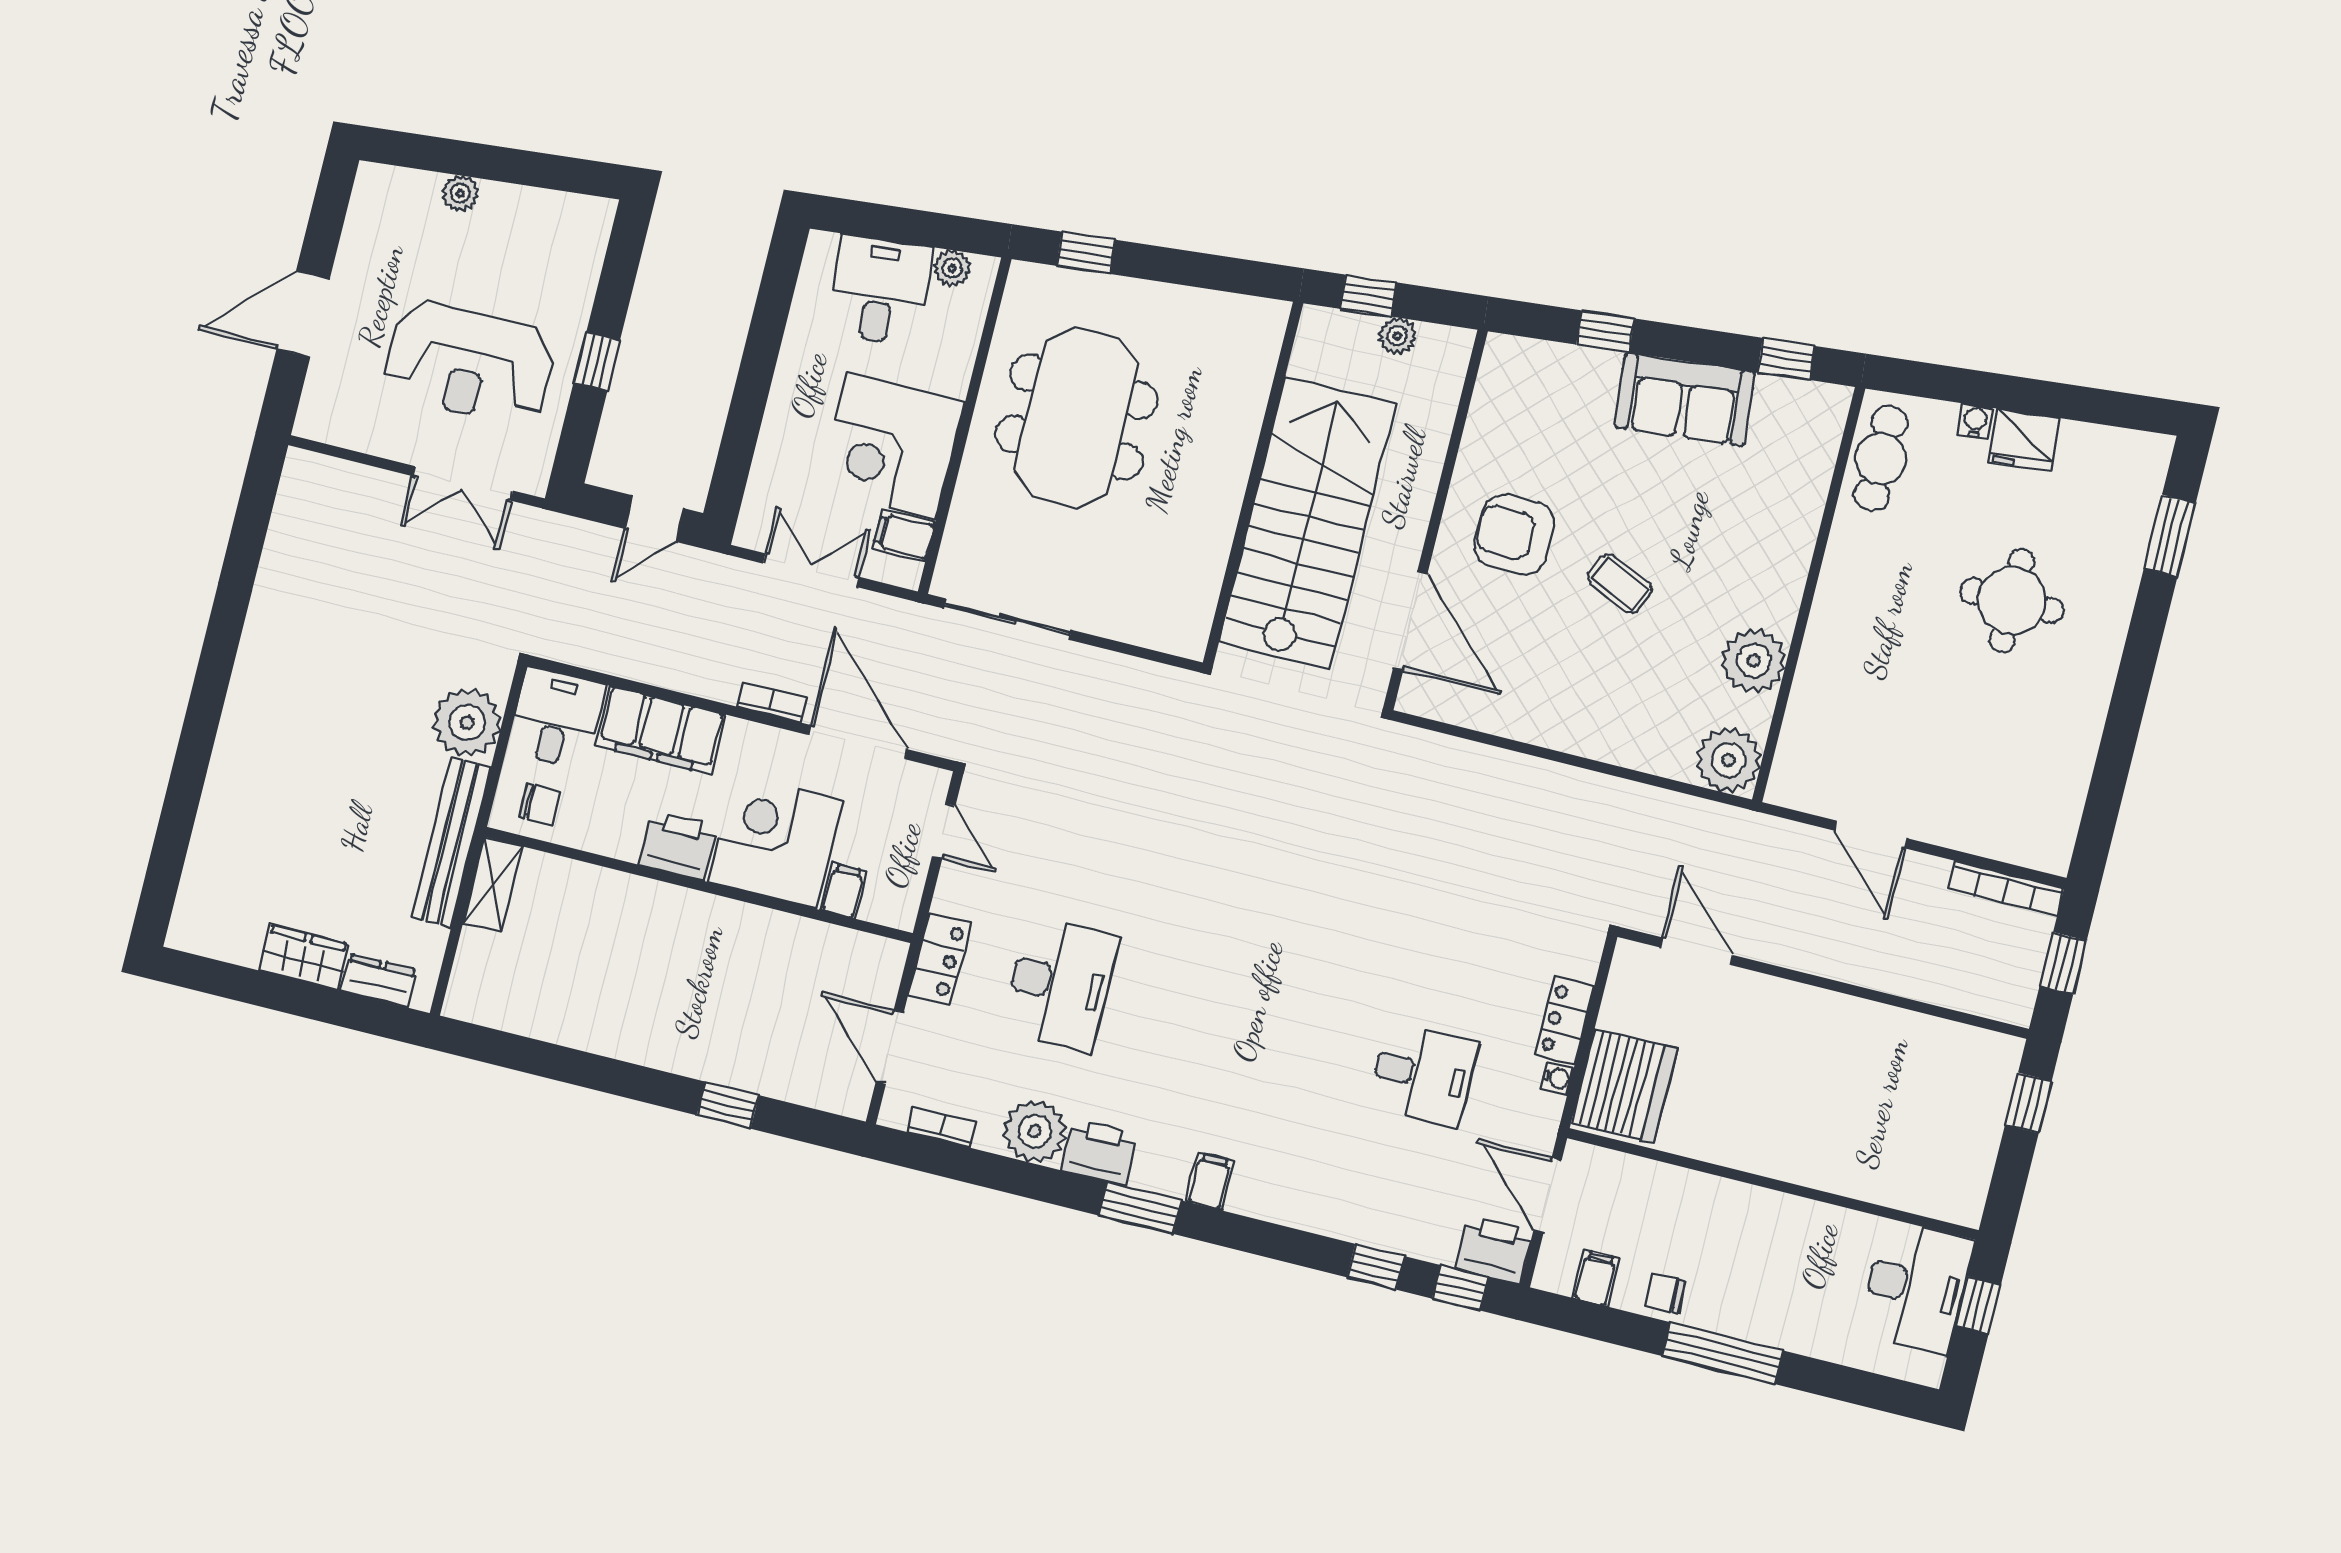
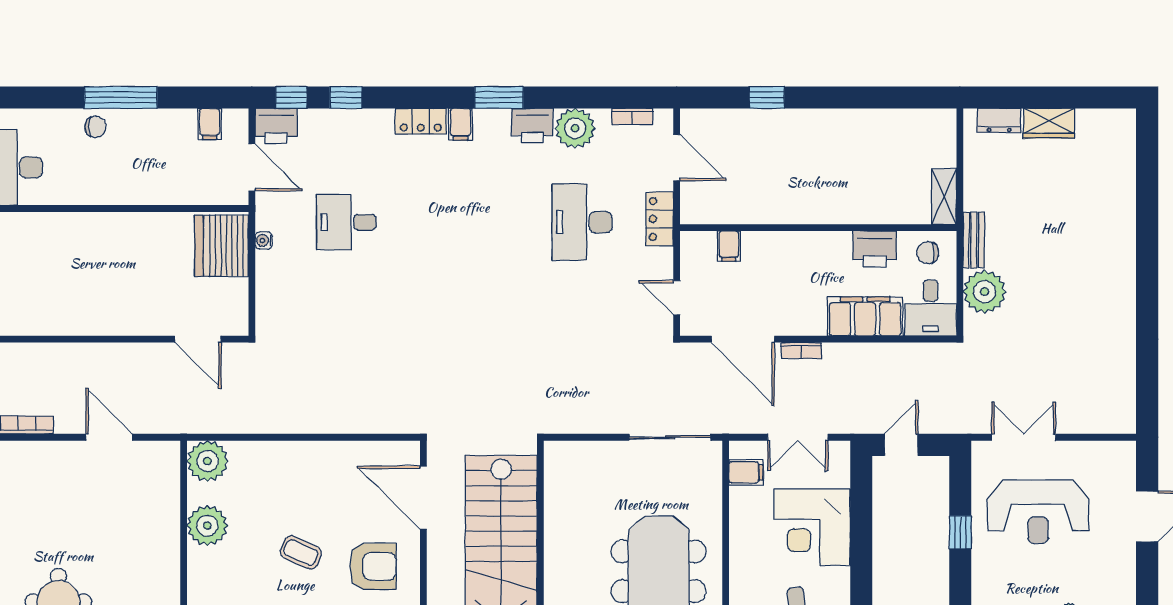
reception desk: (469, 363) -> (1038, 512), turned 180
corner desk: (892, 446) -> (812, 527), moved, turned 180
corner desk: (776, 841) -> (778, 266), removed
bench: (451, 842) -> (974, 240), width x0.54, depth x0.82
printer: (678, 845) -> (875, 249), moved
locker: (1565, 1020) -> (421, 121), moved, turned 90
chair: (1665, 1293) -> (95, 127), moved

